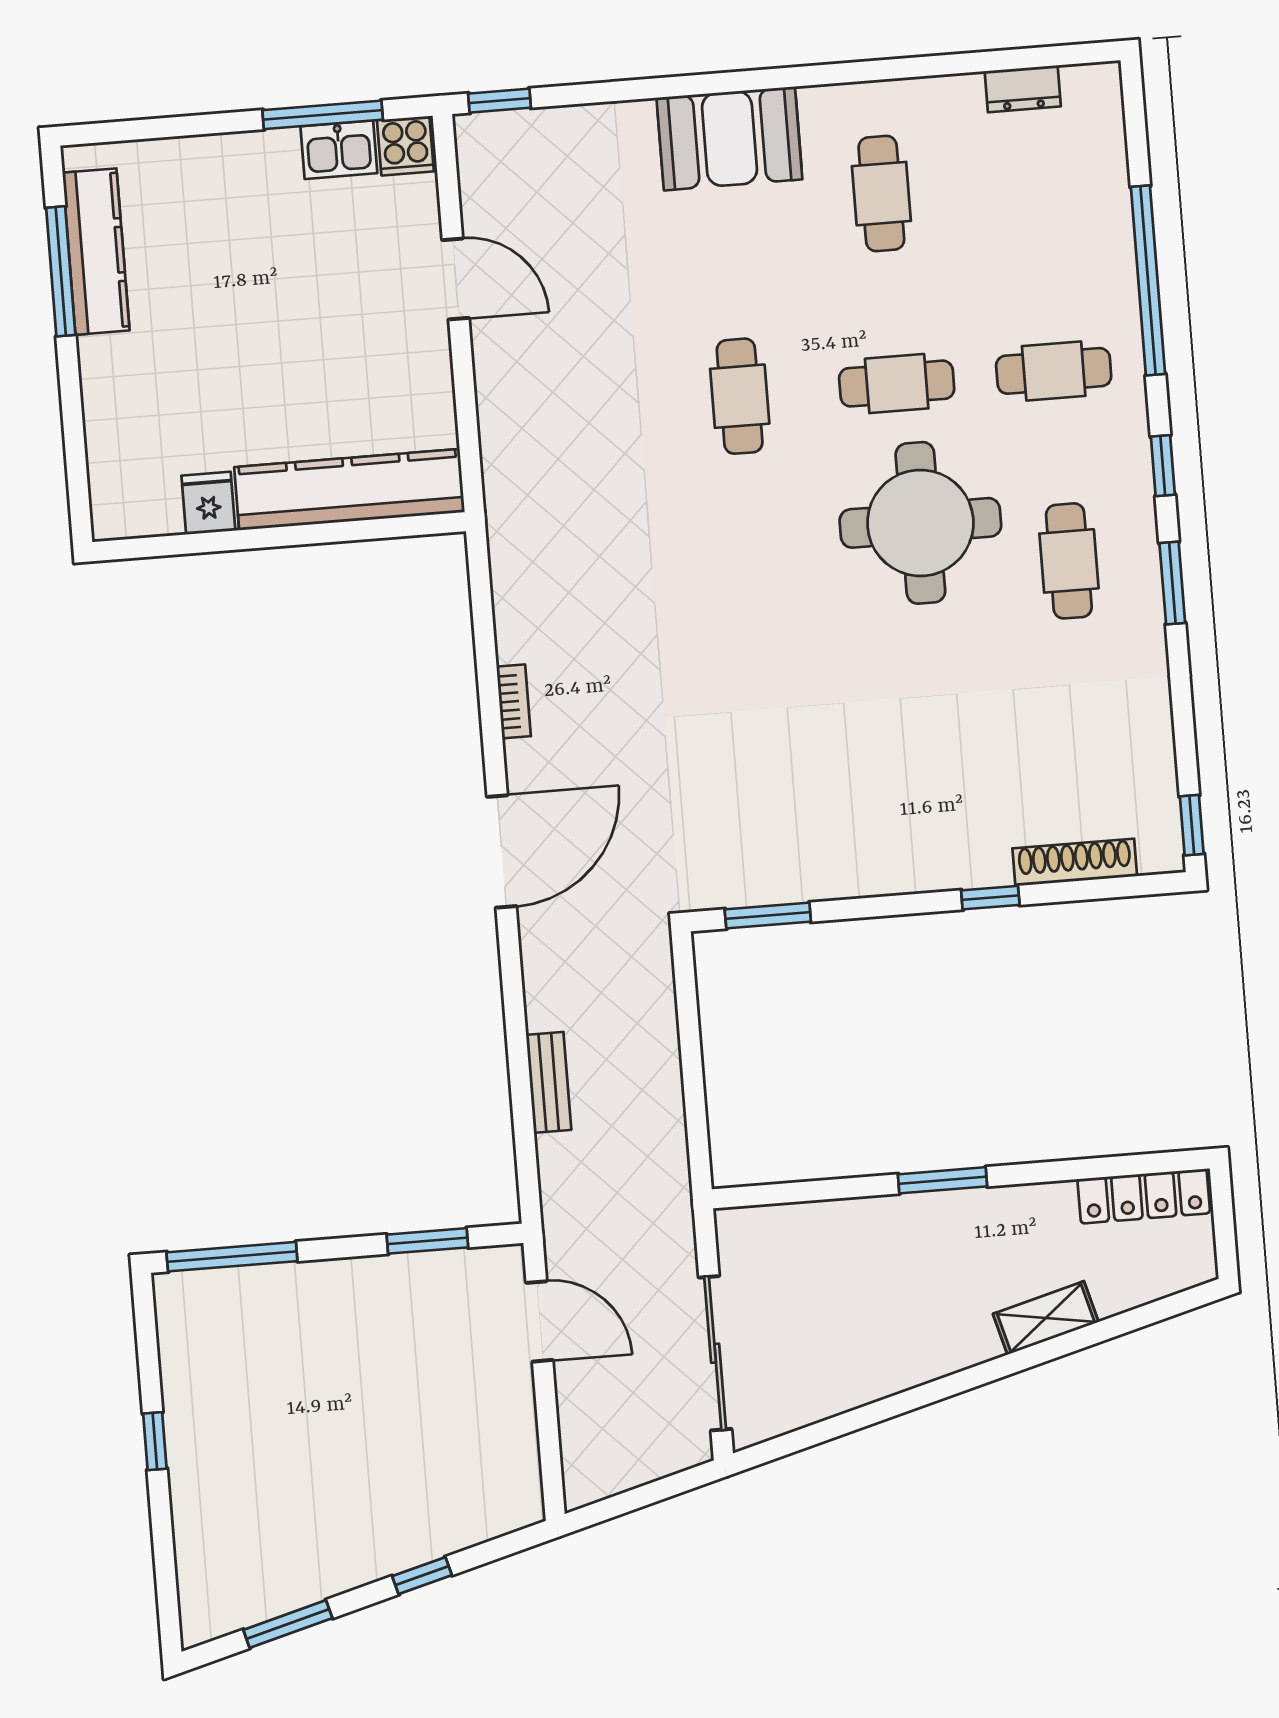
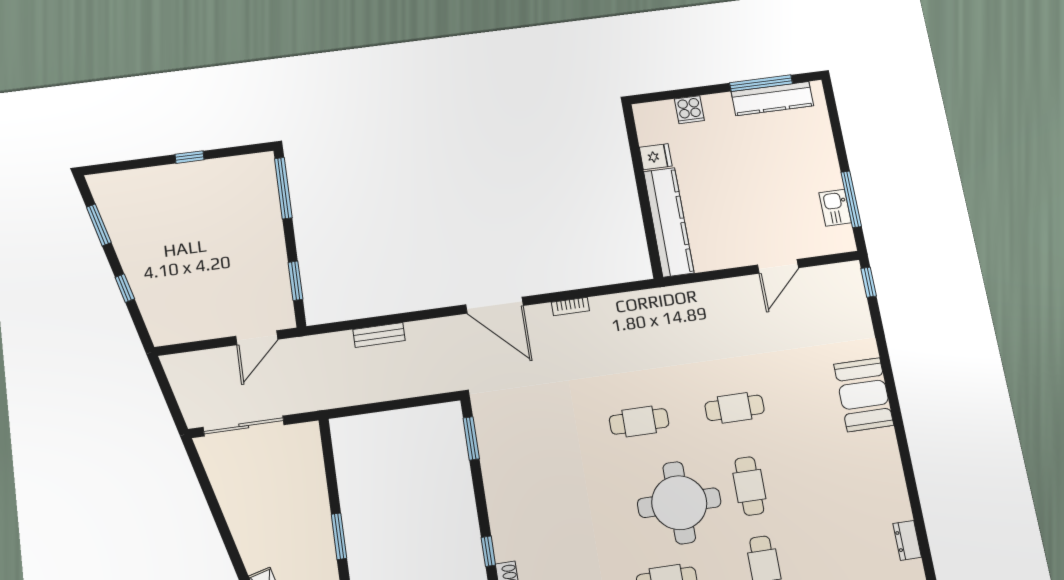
cooker: (405, 146) -> (689, 110), moved, turned -90
cafe table: (881, 194) -> (639, 421), moved

